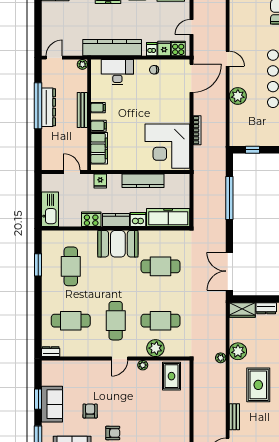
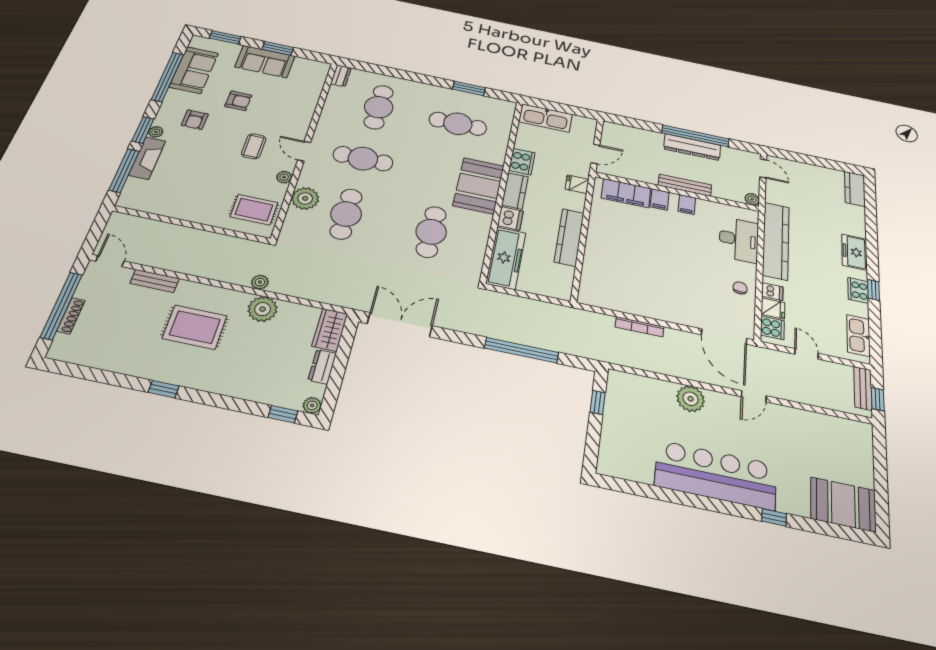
corner desk: (167, 146) -> (619, 280), removed
coffee table: (124, 390) -> (254, 146), added

